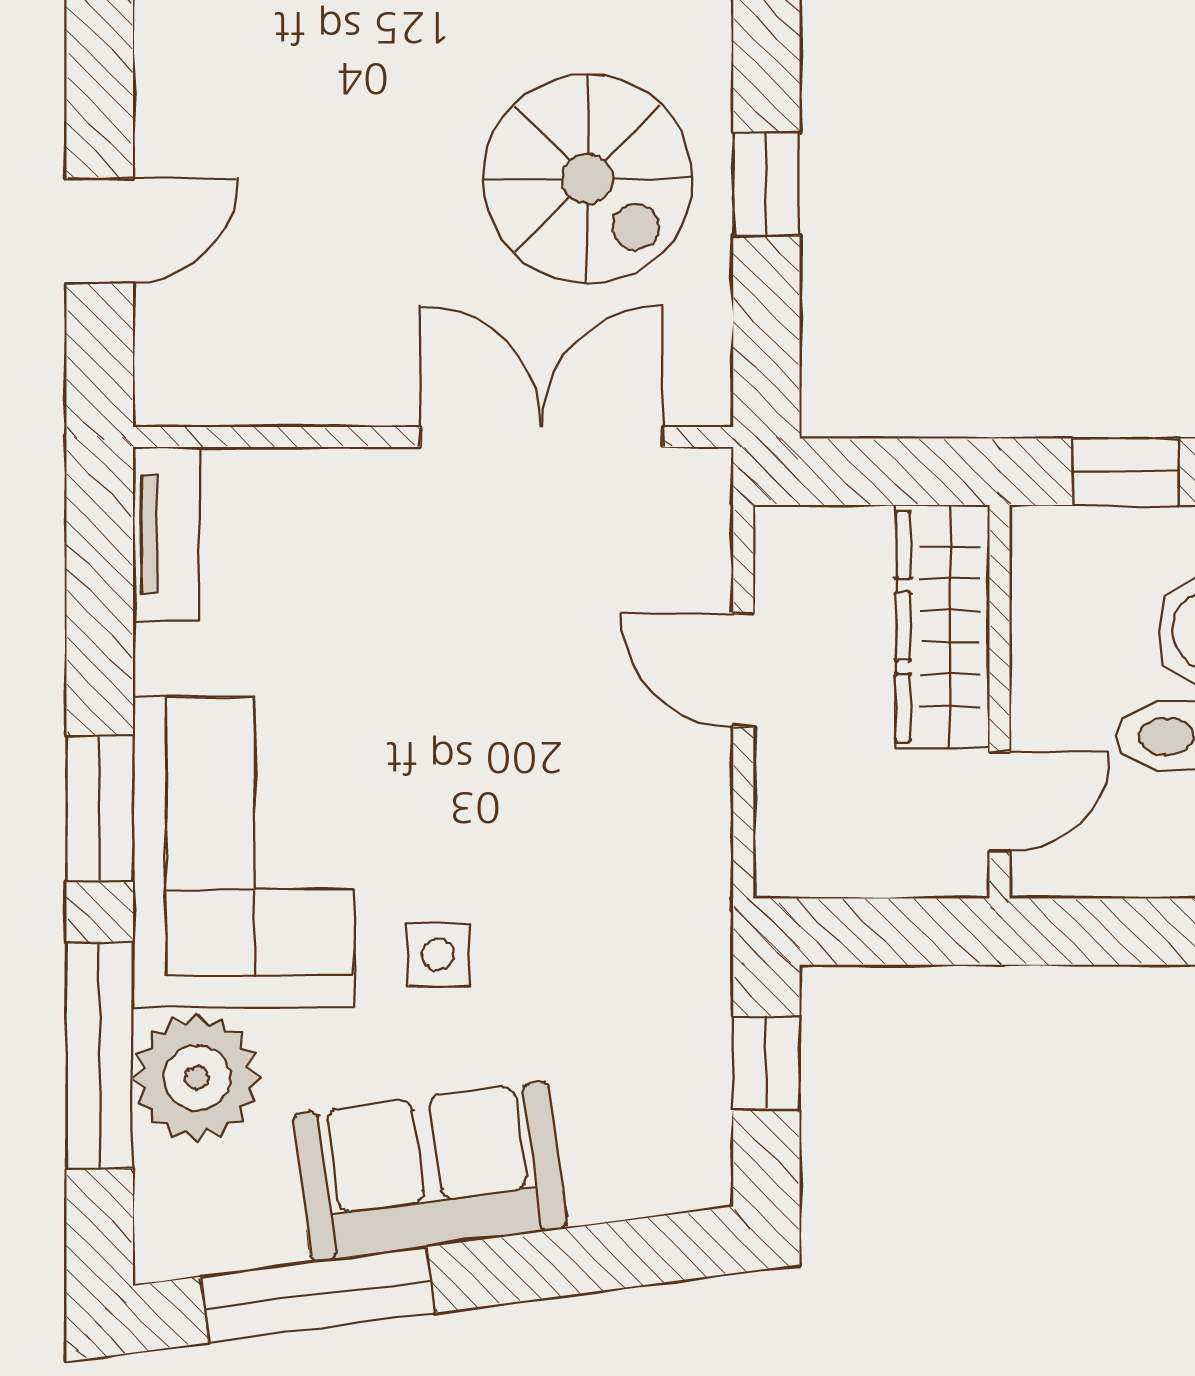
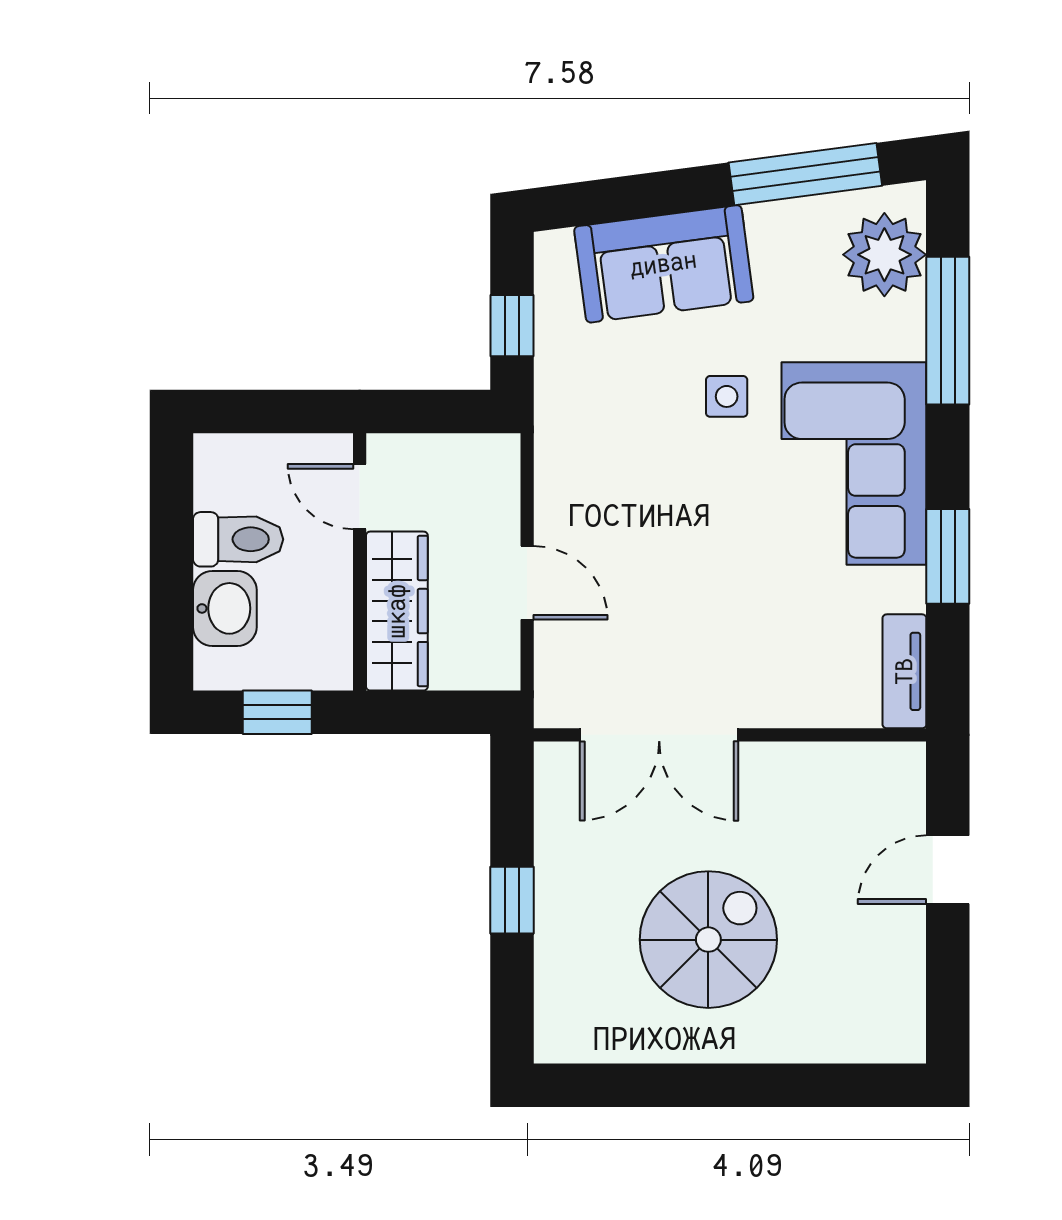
spiral stairs: (587, 179) -> (708, 940), moved, turned 90
door: (1000, 802) -> (360, 497), hinge flipped
window: (100, 808) -> (948, 556), moved
plant: (197, 1078) -> (884, 255), moved
sofa: (430, 1171) -> (664, 264), moved

